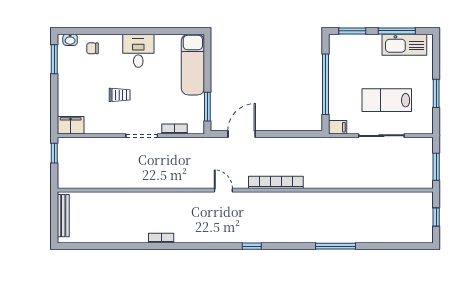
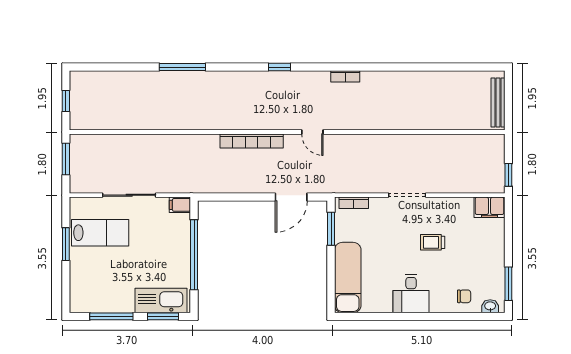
kitchen sink: (404, 45) -> (161, 301), moved
lab bench: (387, 100) -> (100, 233), moved
bookcase: (174, 129) -> (354, 203), moved
bookcase: (161, 238) -> (345, 76), moved

